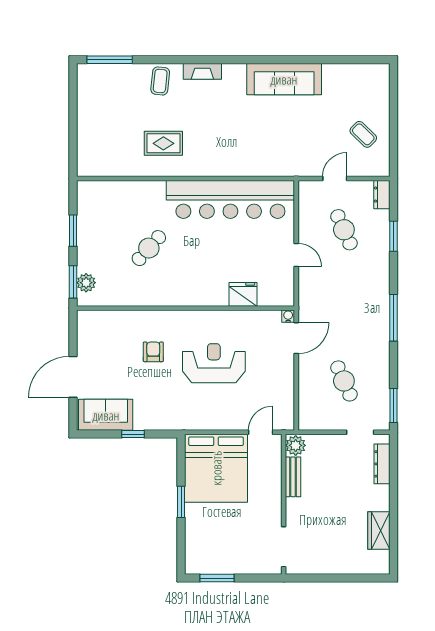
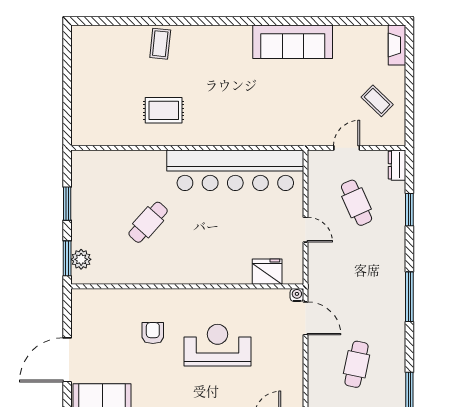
window: (110, 60) -> (106, 21), removed
fireplace: (202, 71) -> (397, 45), moved, turned 90
fridge: (243, 294) -> (267, 272), moved
door: (296, 338) -> (306, 318), hinge flipped
cafe table: (344, 381) -> (357, 364), turned 36

